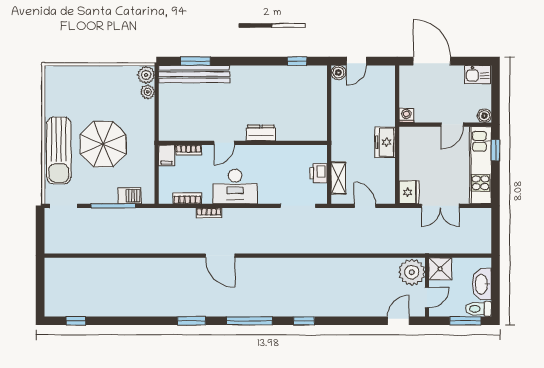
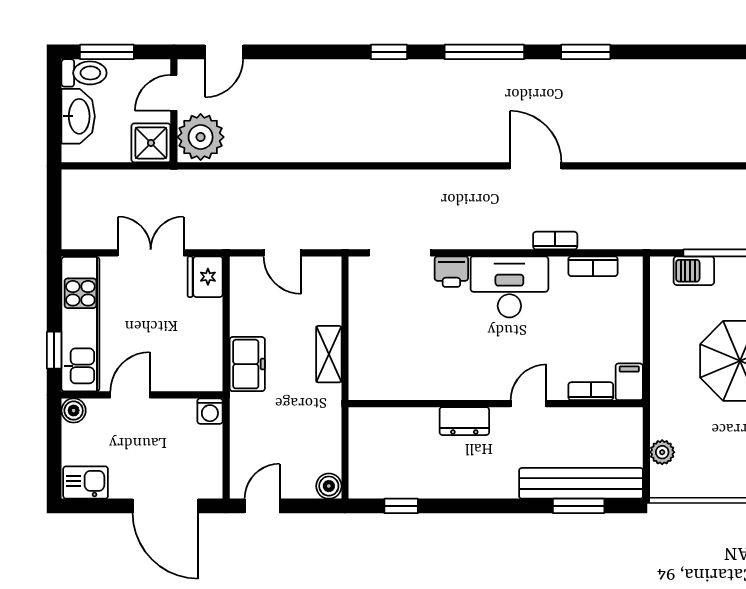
door: (356, 61) -> (262, 506), moved
plant: (146, 75) -> (665, 482), removed
dresser: (261, 133) -> (464, 421), moved
door: (224, 143) -> (529, 404), moved
wall: (243, 143) -> (496, 404), moved
bookcase: (189, 150) -> (591, 391), moved
filing cabinet: (167, 155) -> (629, 382), moved
printer: (318, 173) -> (451, 272), moved, turned 90
shelving: (338, 178) -> (329, 354), moved

